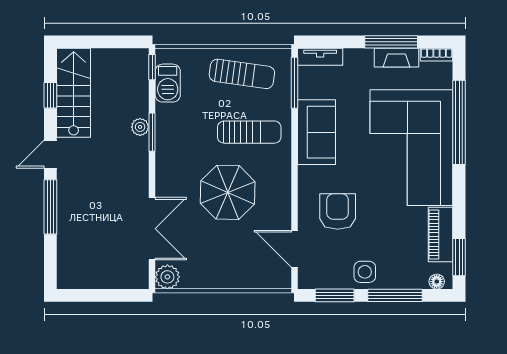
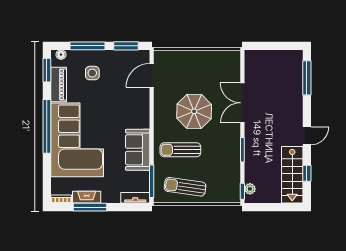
barbecue: (168, 83) -> (232, 181), removed
window: (459, 122) -> (47, 126), moved
plant: (140, 127) -> (250, 189), moved
window: (50, 207) -> (307, 78), moved
armchair: (338, 212) -> (124, 99), removed
double door: (152, 229) -> (242, 103), moved
door: (295, 249) -> (152, 75), swing flipped
side table: (365, 272) -> (92, 73), moved
plant: (167, 277) -> (232, 58), removed

